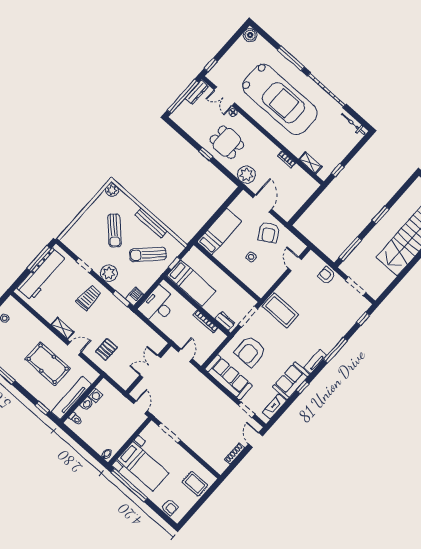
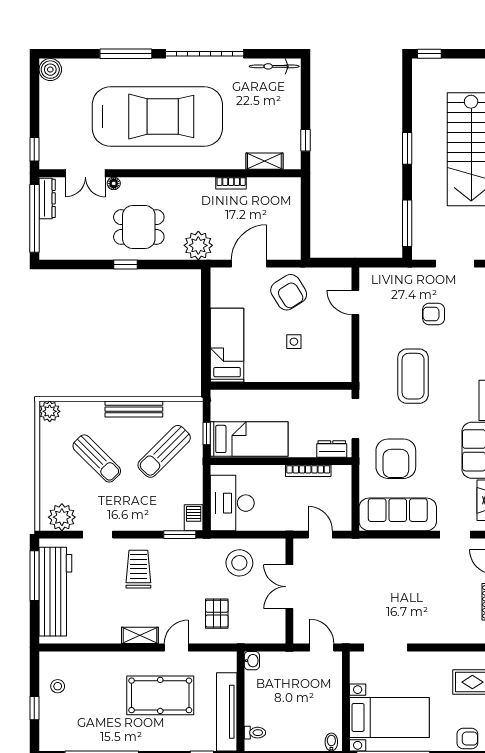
door: (262, 203) -> (249, 264), hinge flipped
plant: (109, 273) -> (62, 517), moved
armchair: (327, 275) -> (434, 314), moved
coffee table: (280, 310) -> (413, 376), moved, turned 90
stool: (137, 335) -> (239, 563), added
washing machine: (95, 395) -> (253, 682), removed
washbasin: (87, 404) -> (252, 661), moved

